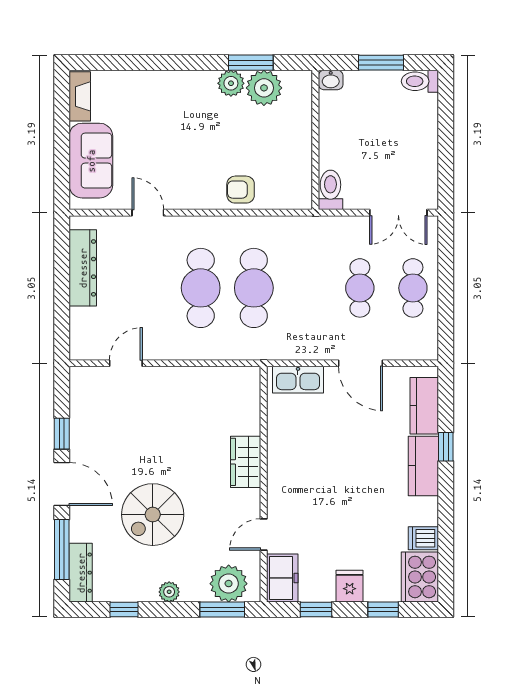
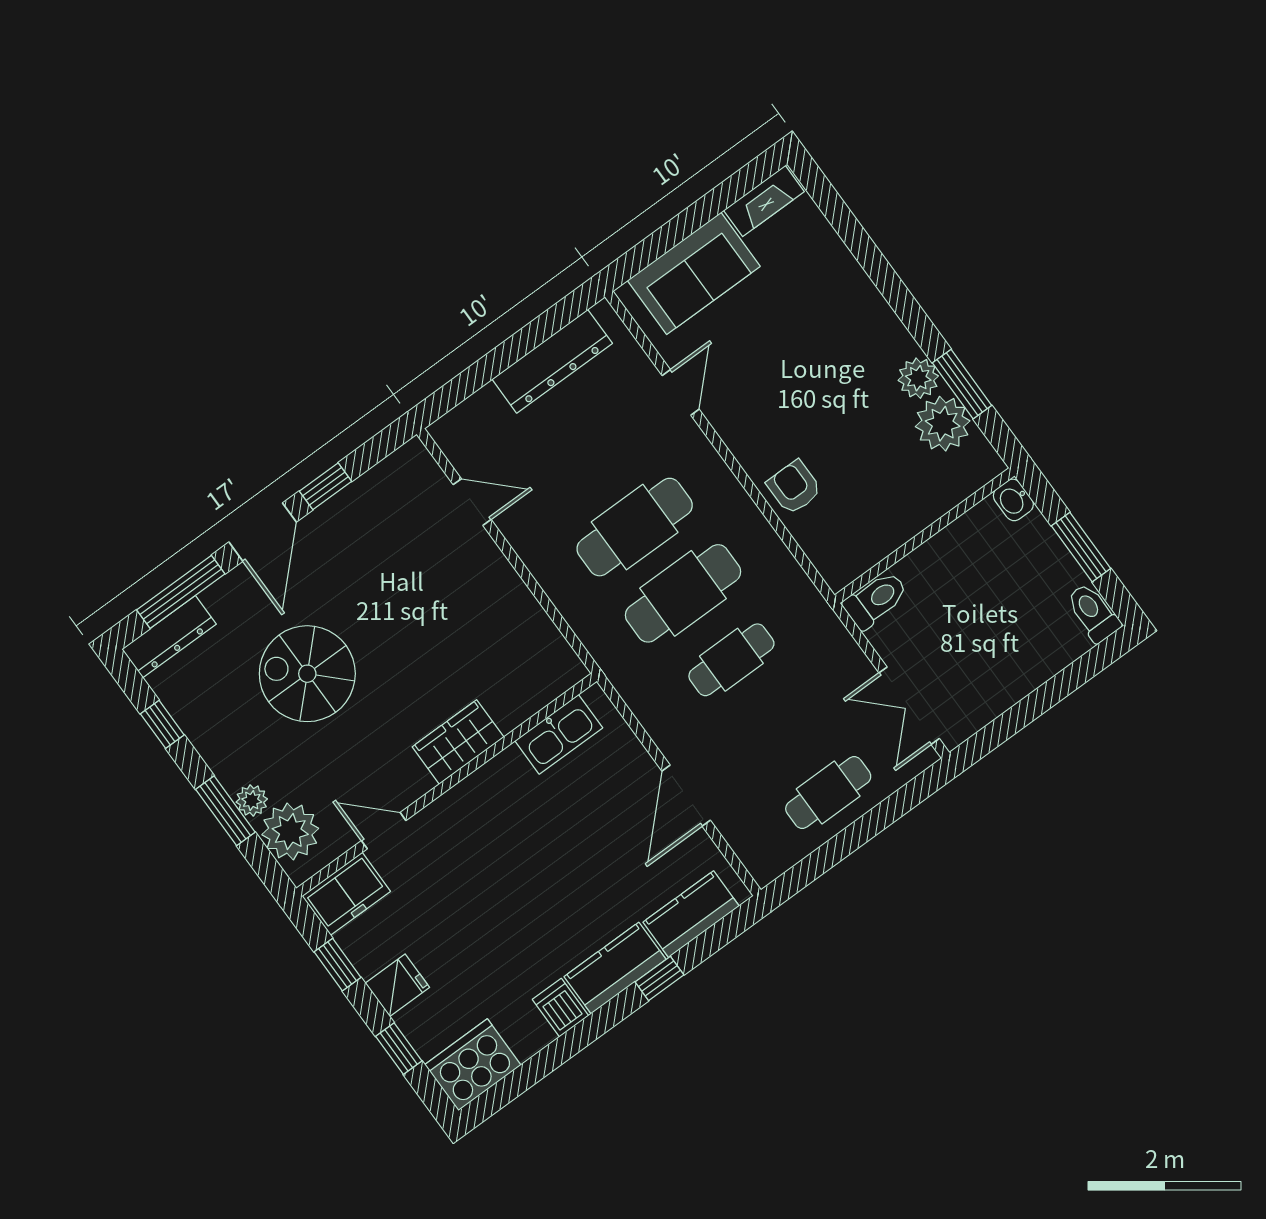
cafe table: (360, 288) -> (731, 660), moved
kitchen sink: (298, 380) -> (559, 734), moved, turned -90
dishwasher: (423, 538) -> (560, 1008), moved
plant: (169, 592) -> (252, 800), moved
window: (222, 610) -> (225, 811), moved

